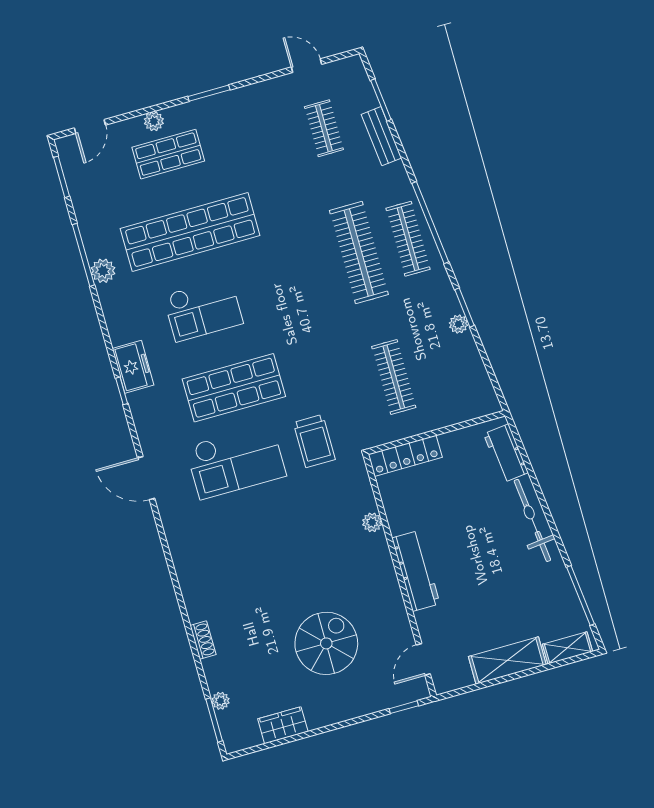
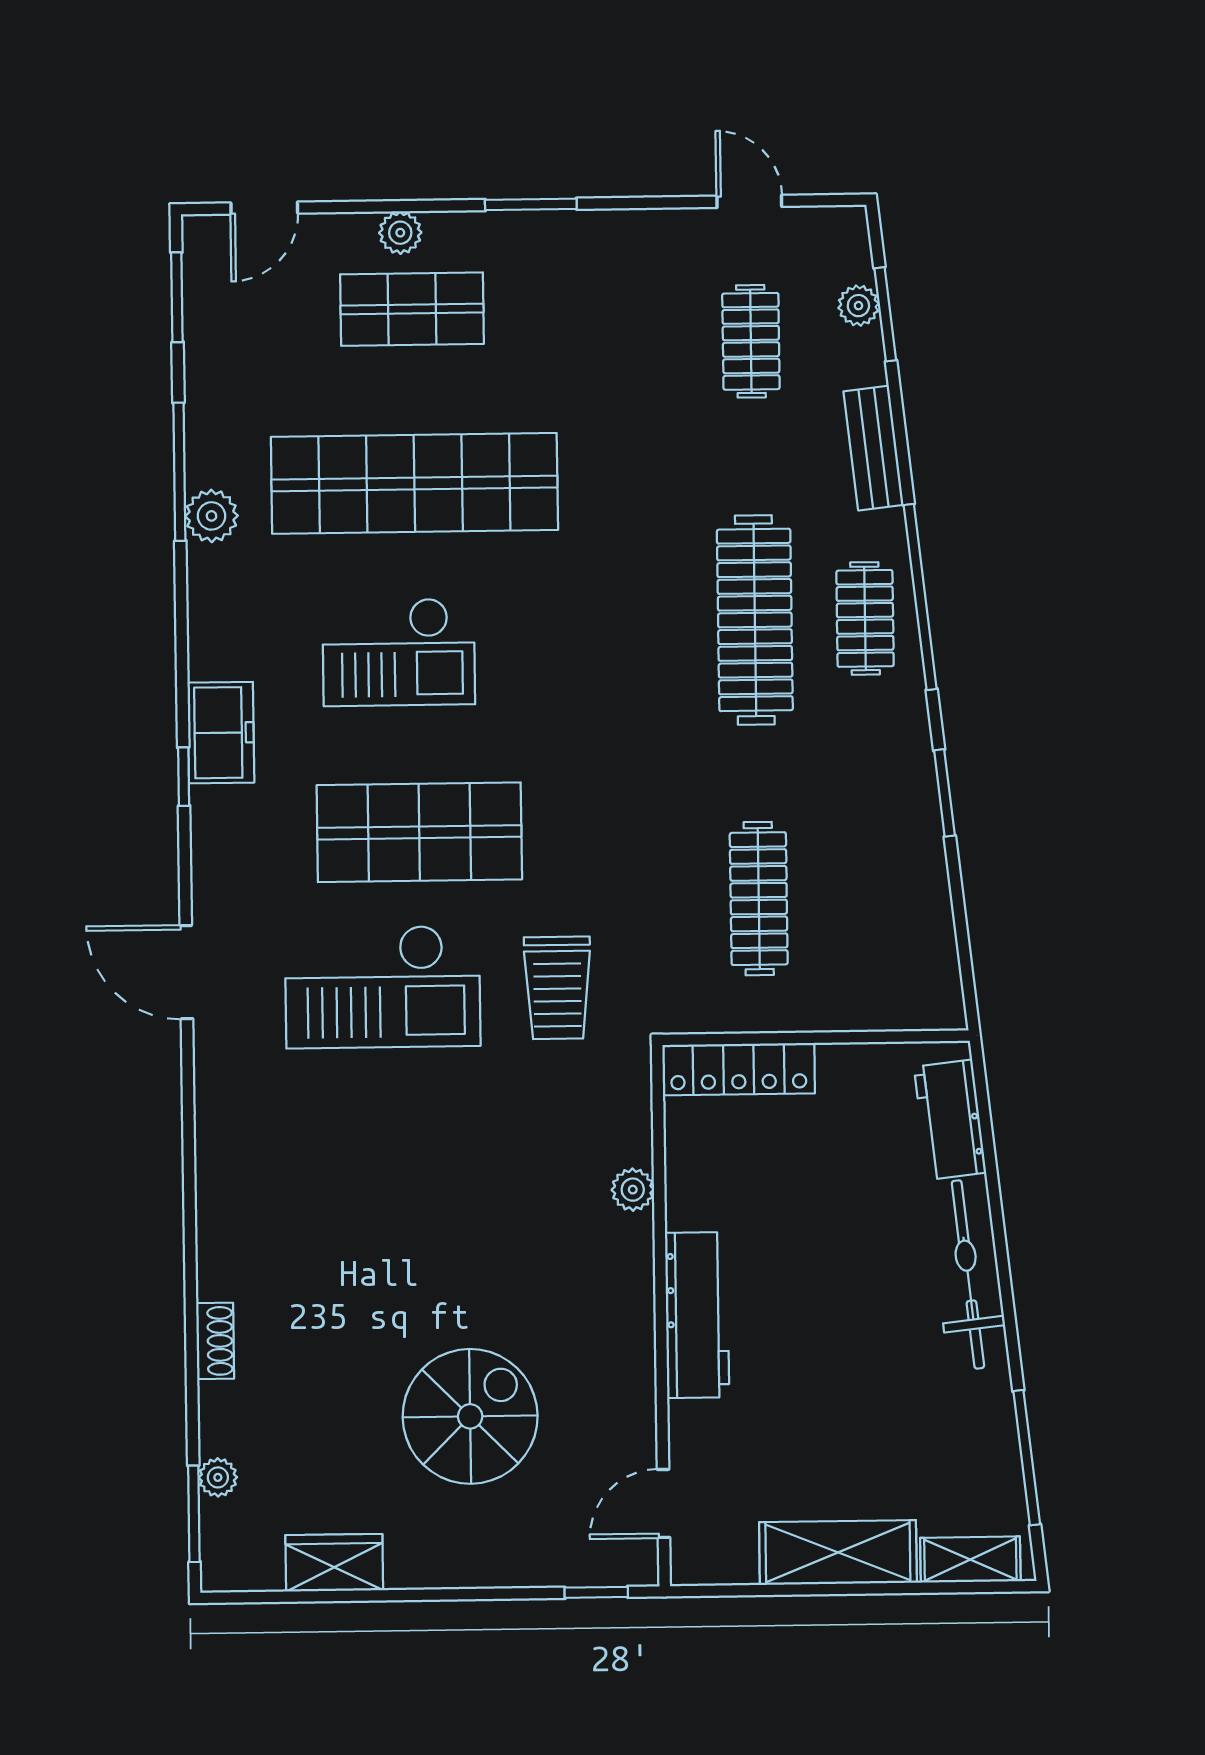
bench: (381, 136) -> (874, 448), moved
clothes rail: (408, 239) -> (865, 618), width x0.73
plant: (458, 324) -> (858, 306), moved

